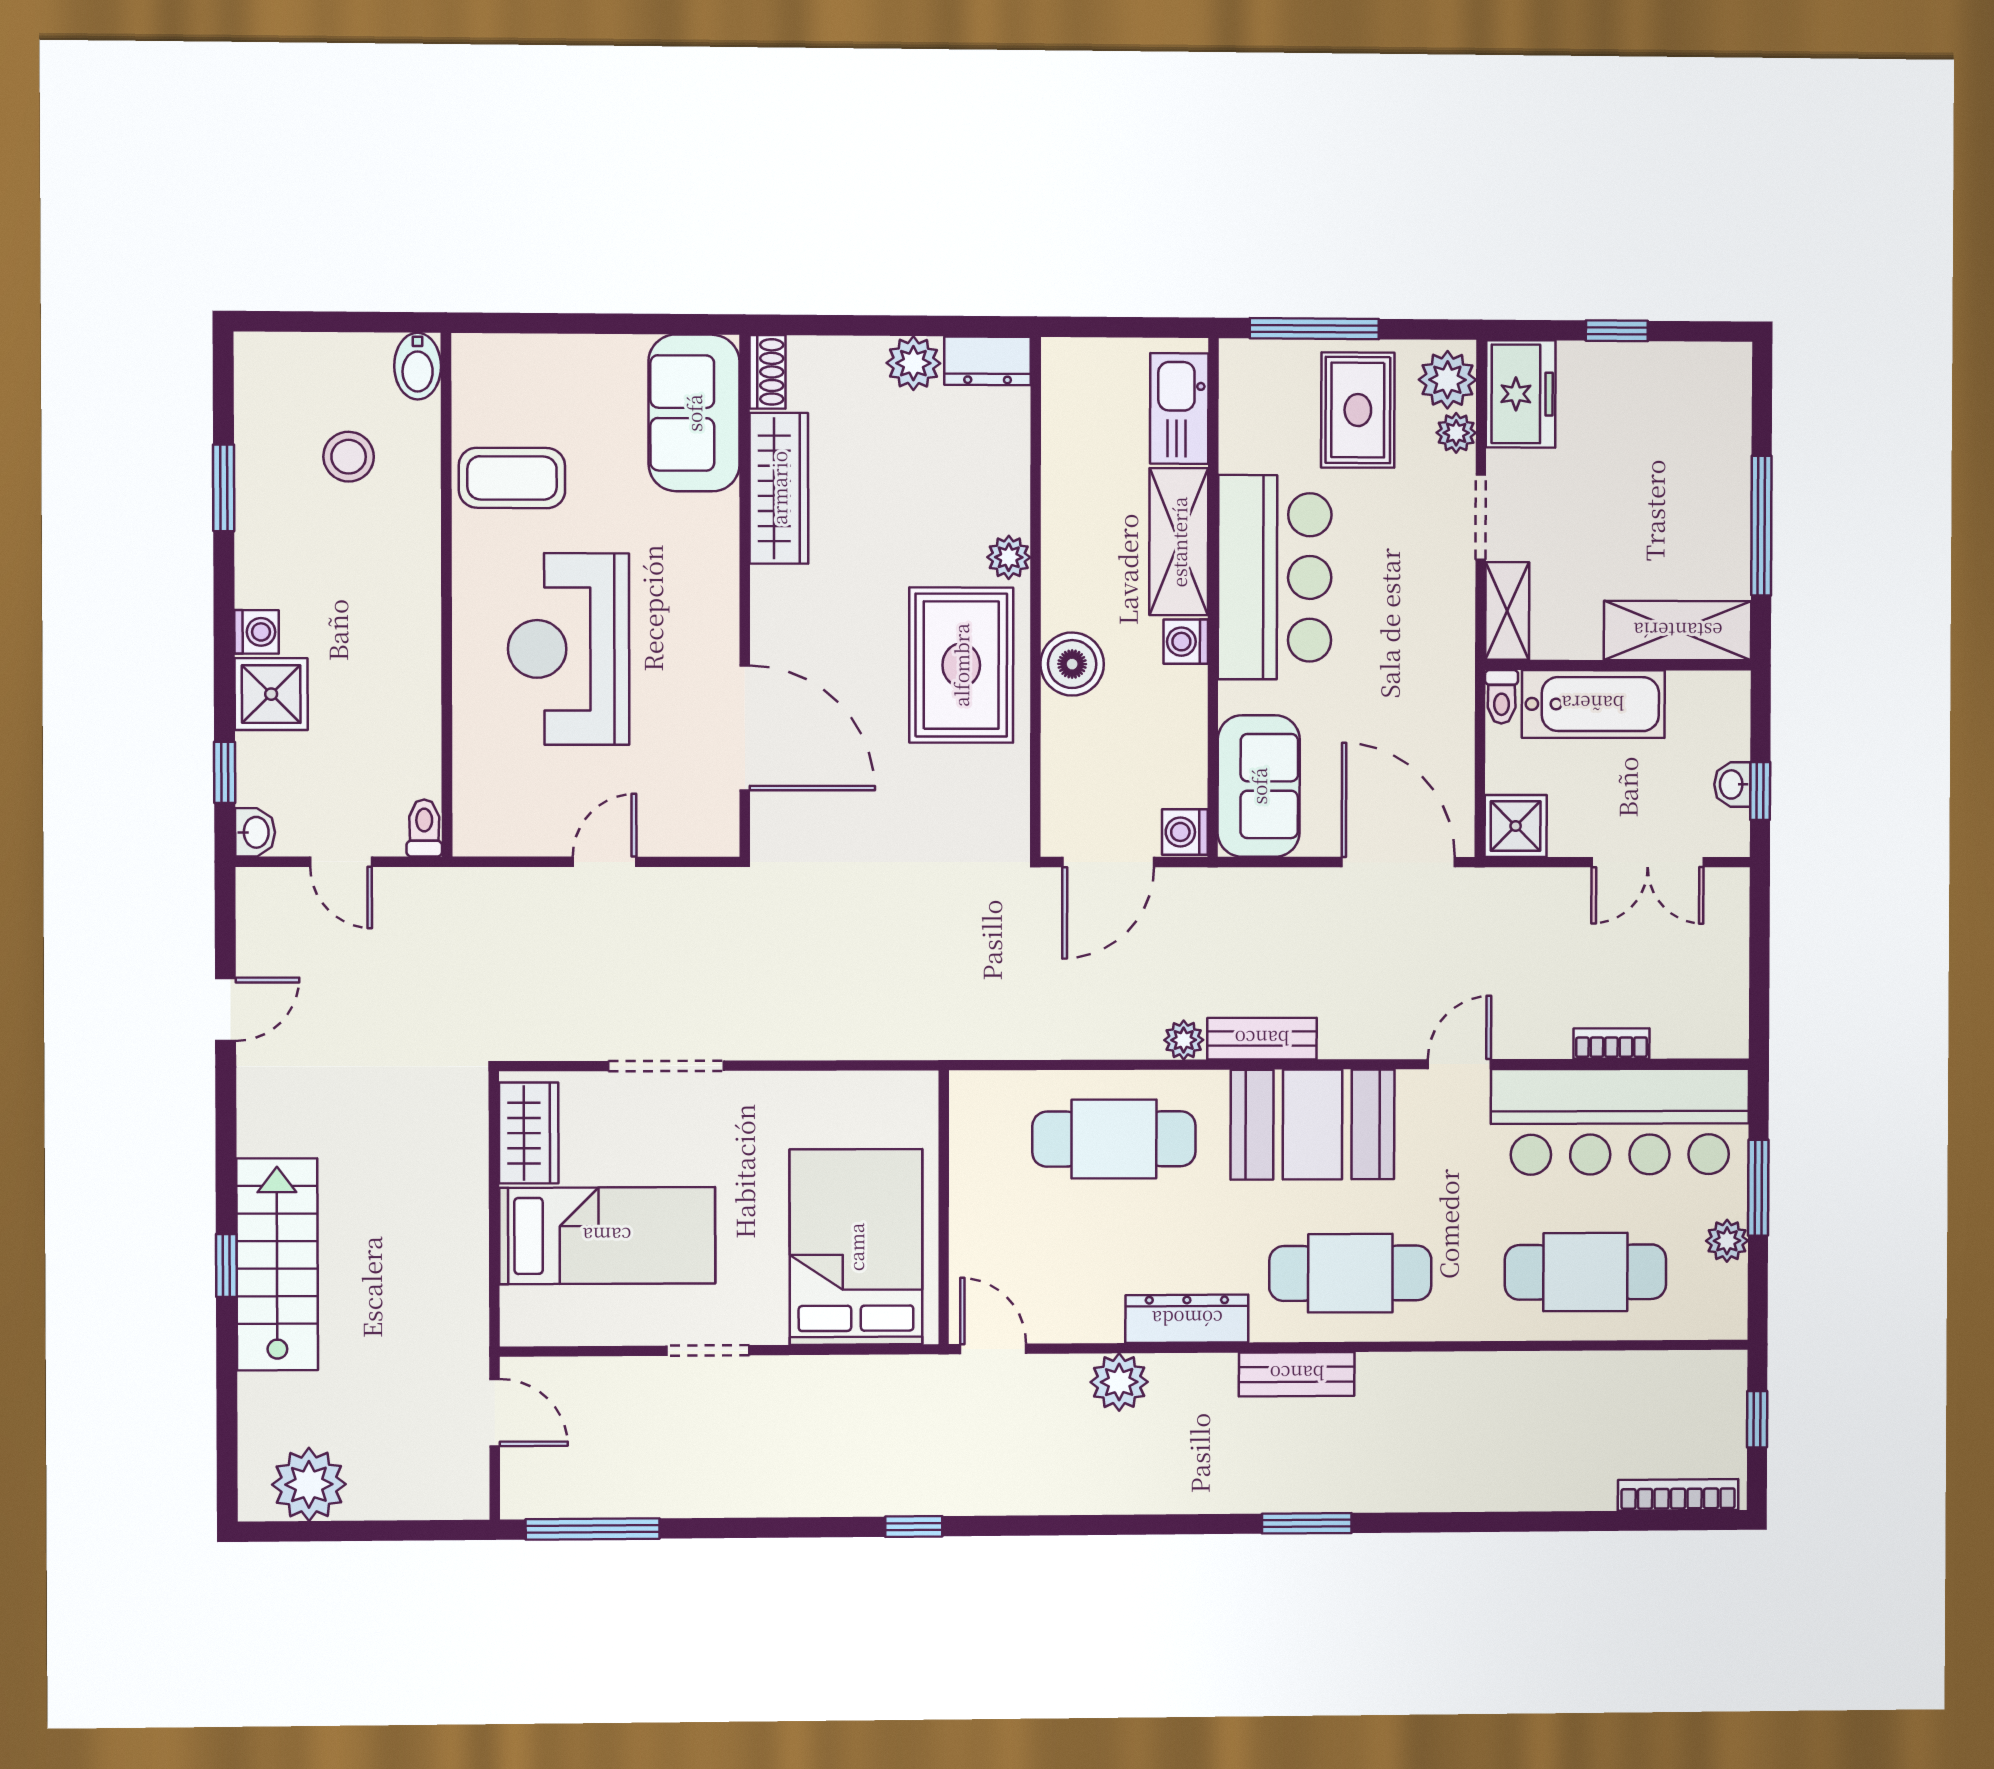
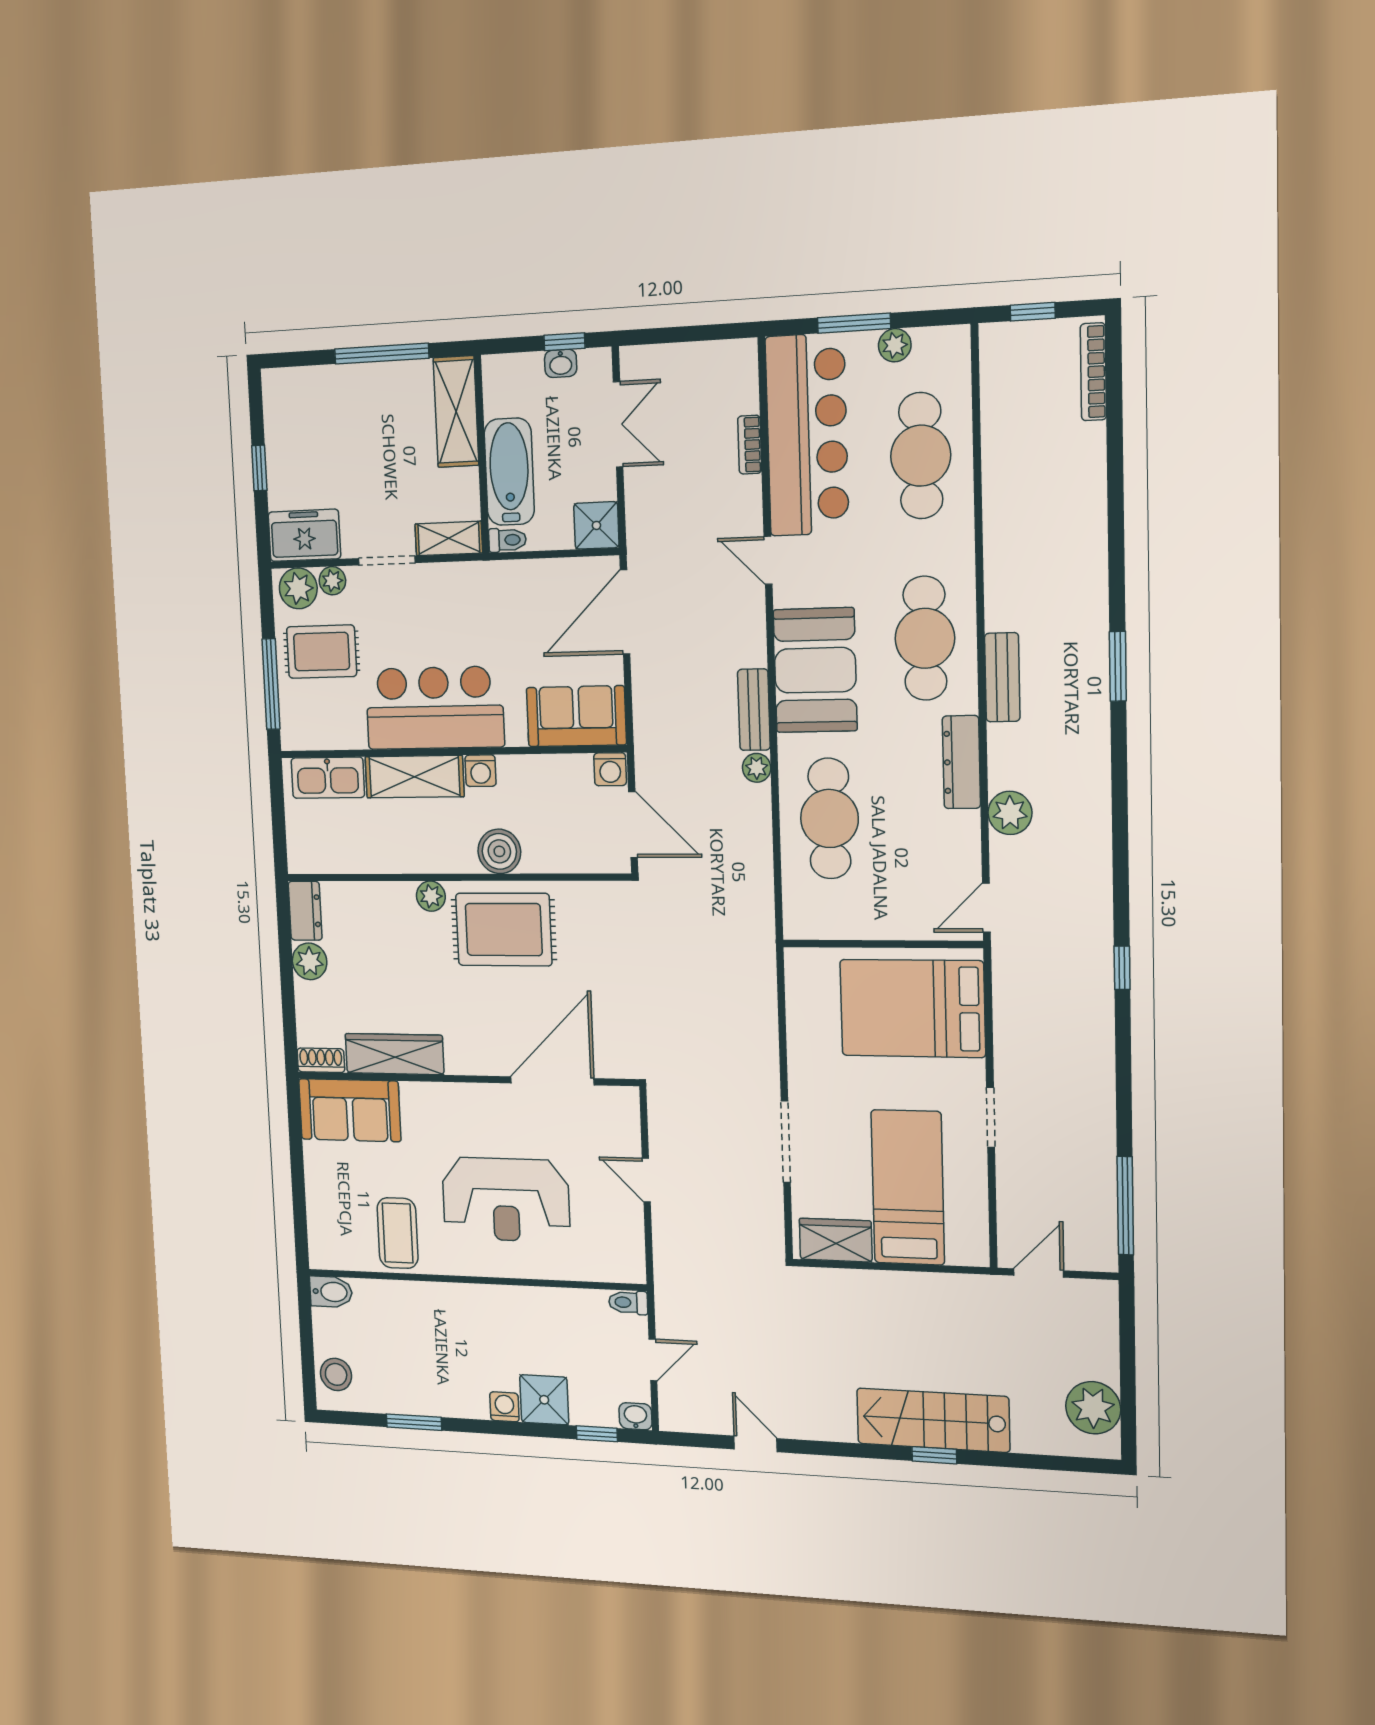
stool: (349, 457) -> (336, 1374), moved

